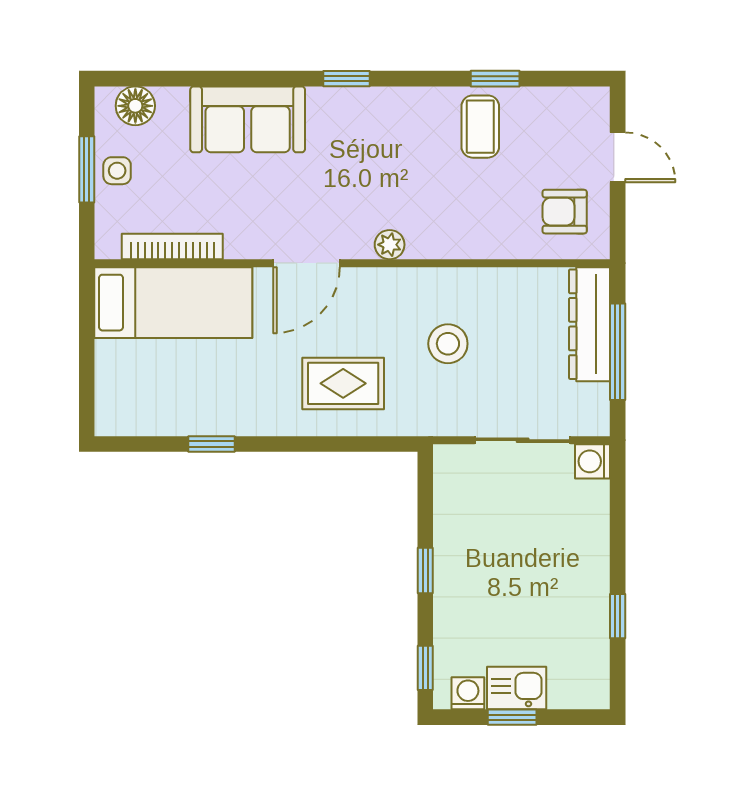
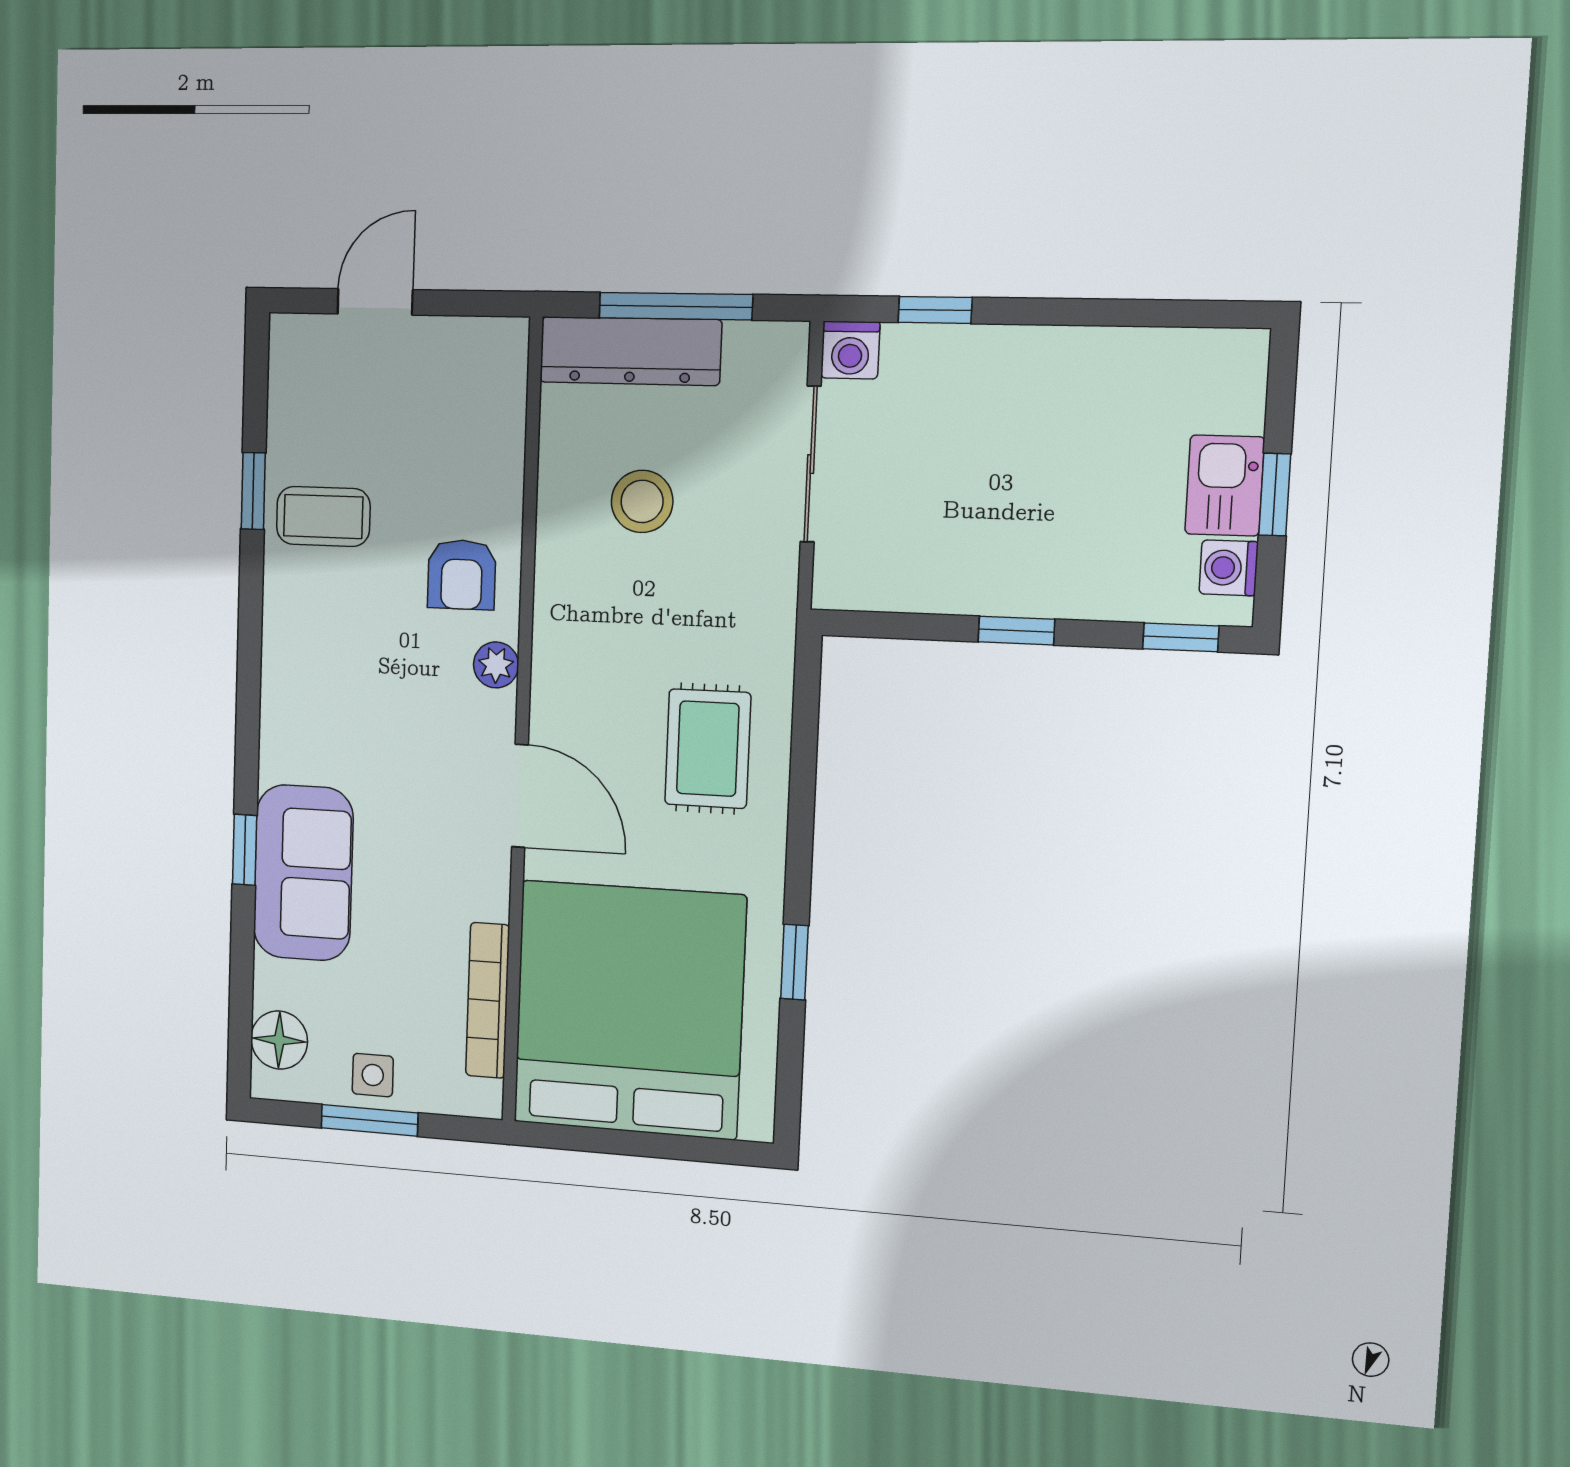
window: (346, 79) -> (245, 850), moved
armchair: (565, 212) -> (462, 575), moved
bed: (173, 303) -> (629, 1010), width x2.04
stool: (448, 344) -> (642, 501), moved
window: (618, 616) -> (935, 310), moved

